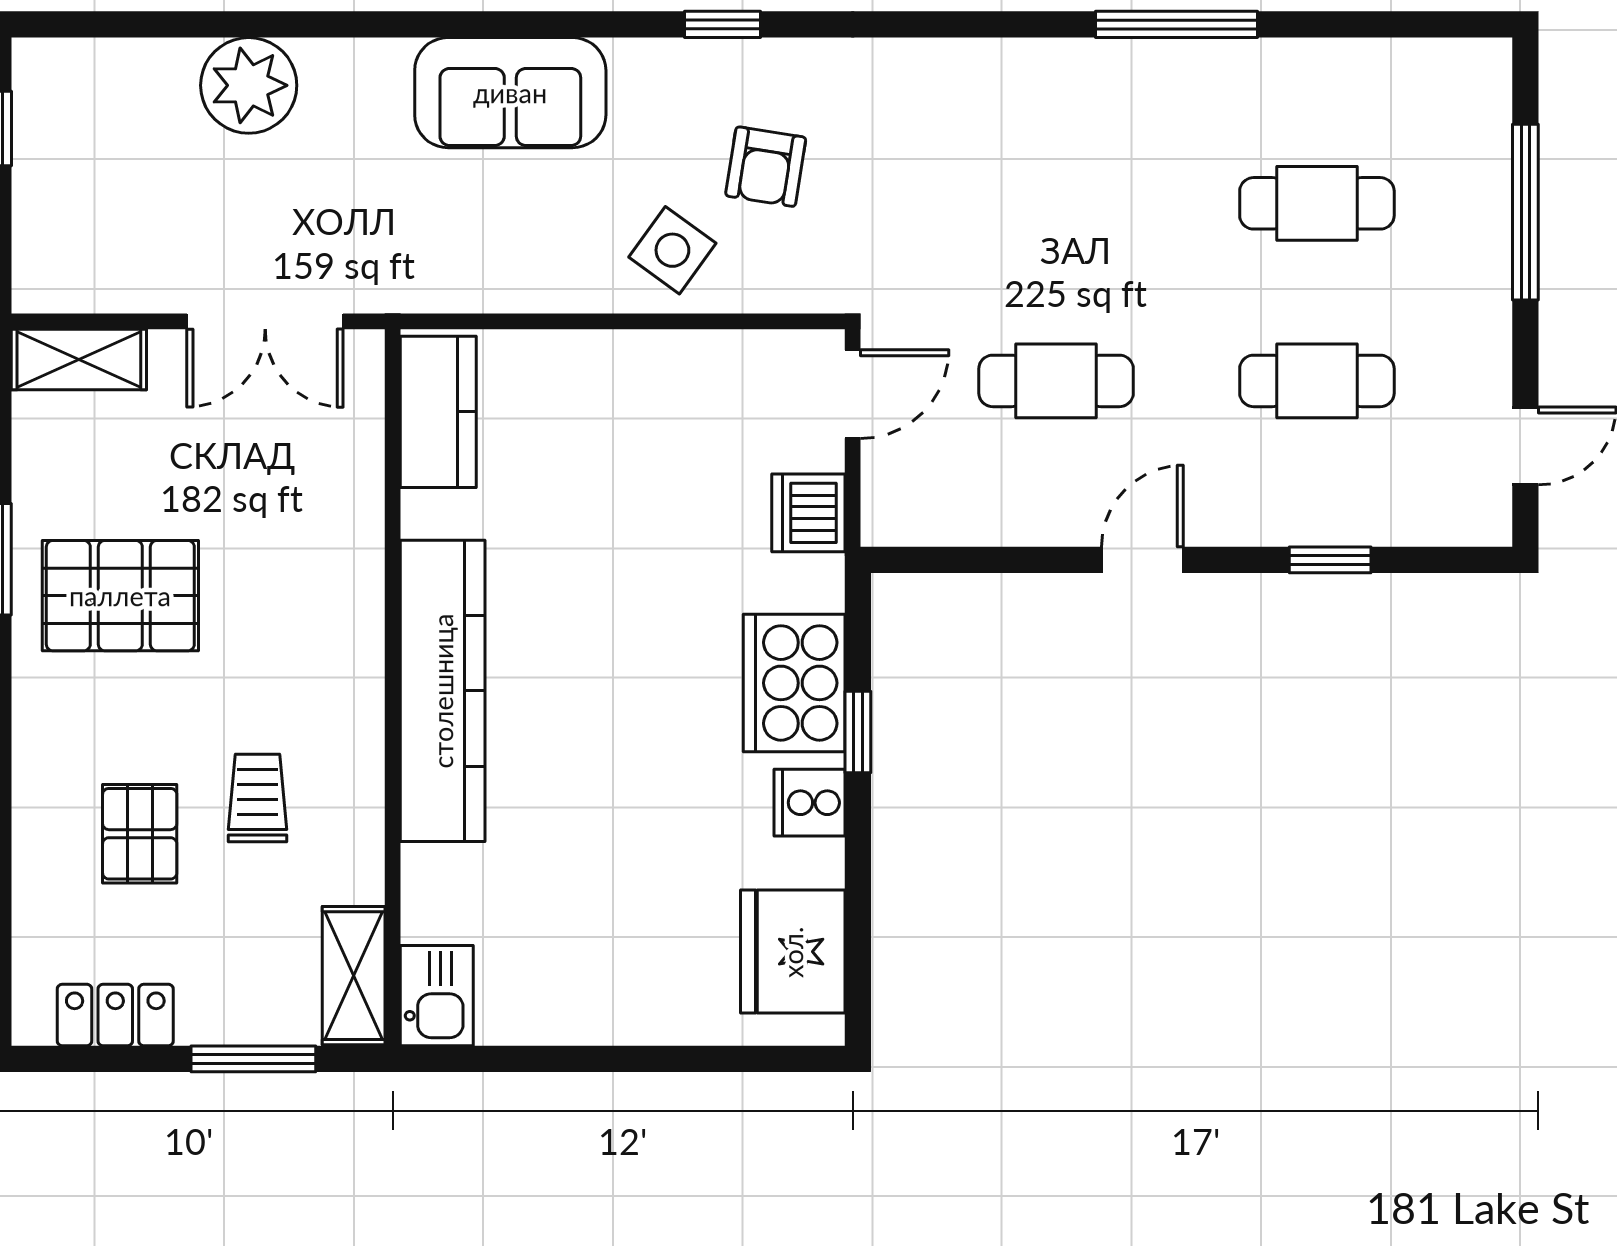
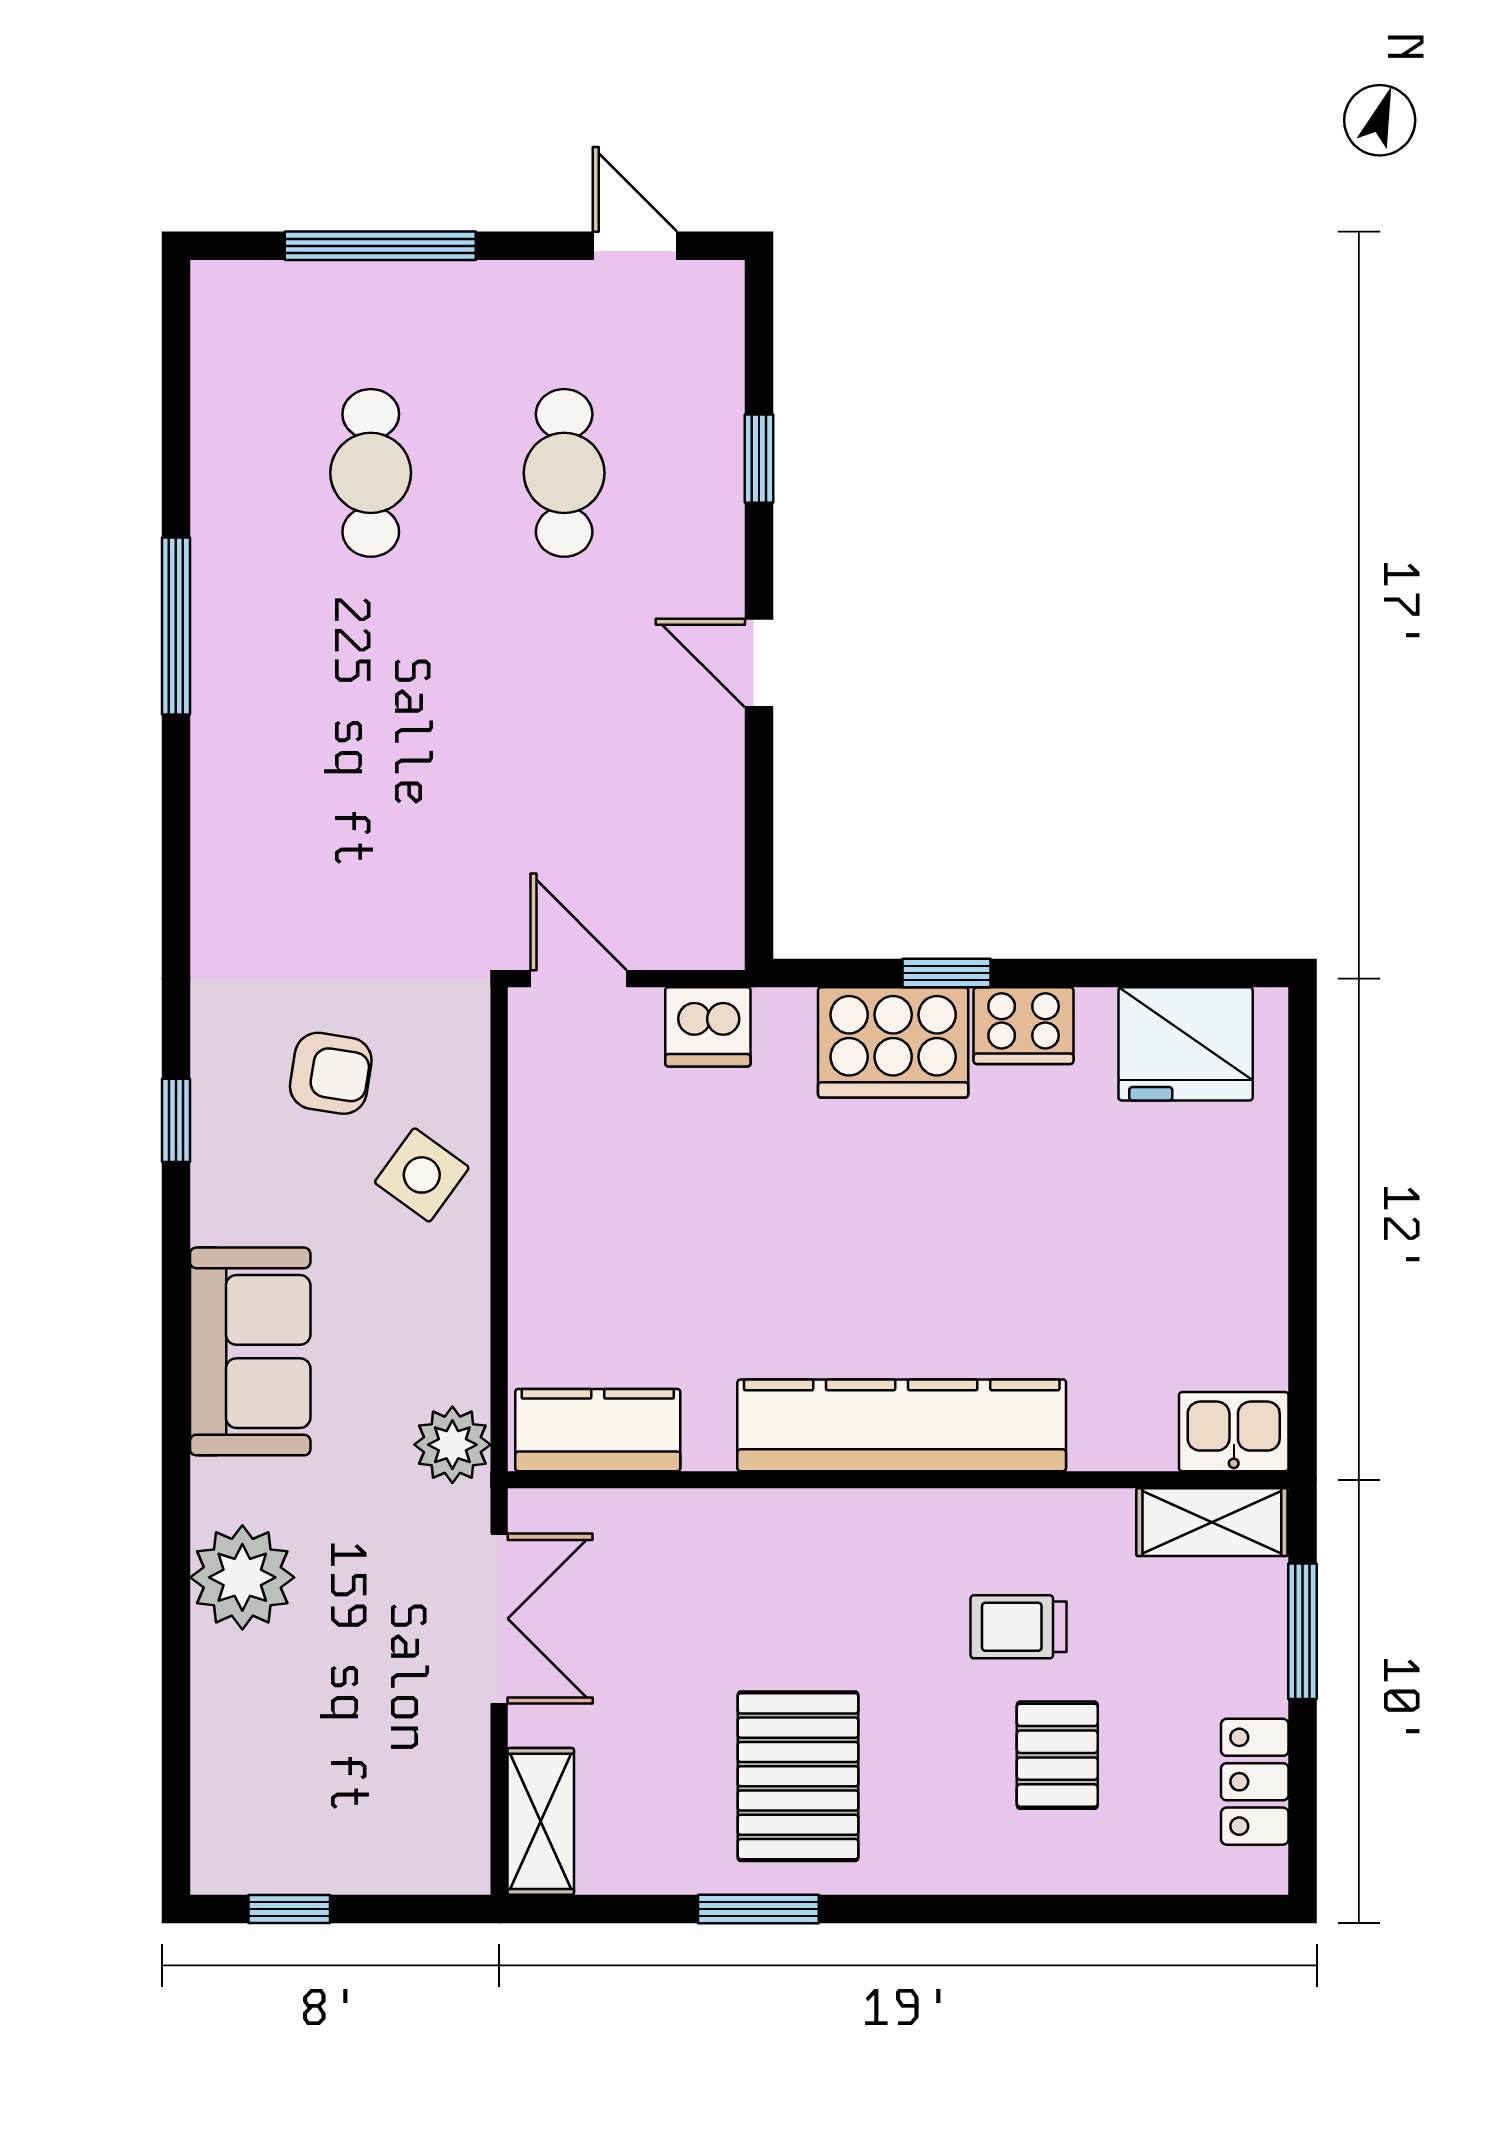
plant: (249, 85) -> (242, 1577), moved
plant: (425, 278) -> (452, 1445), added
cafe table: (1056, 381) -> (564, 757), removed
cooker: (810, 803) -> (1024, 1026), width x1.36
pallet: (140, 834) -> (1057, 1755), turned 90

